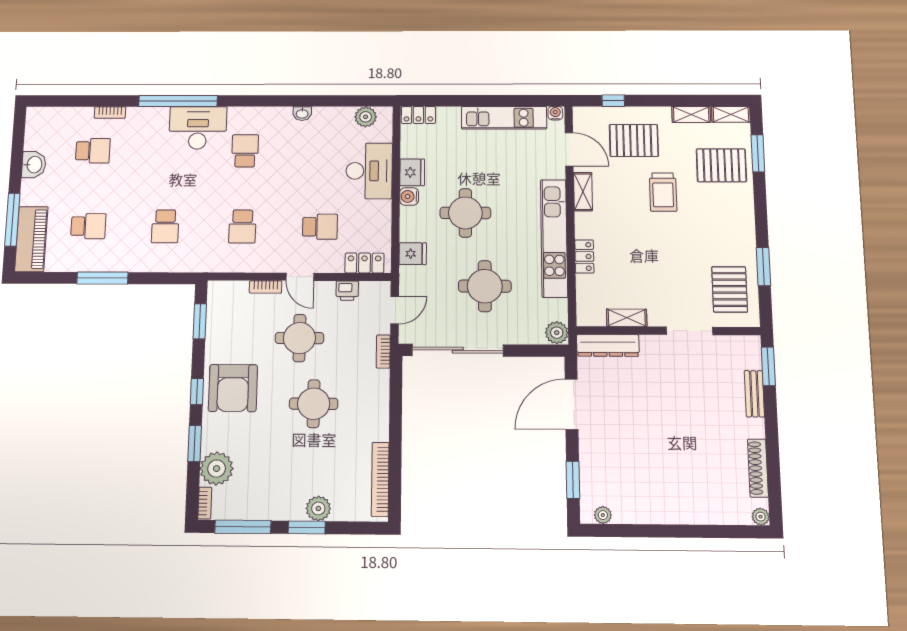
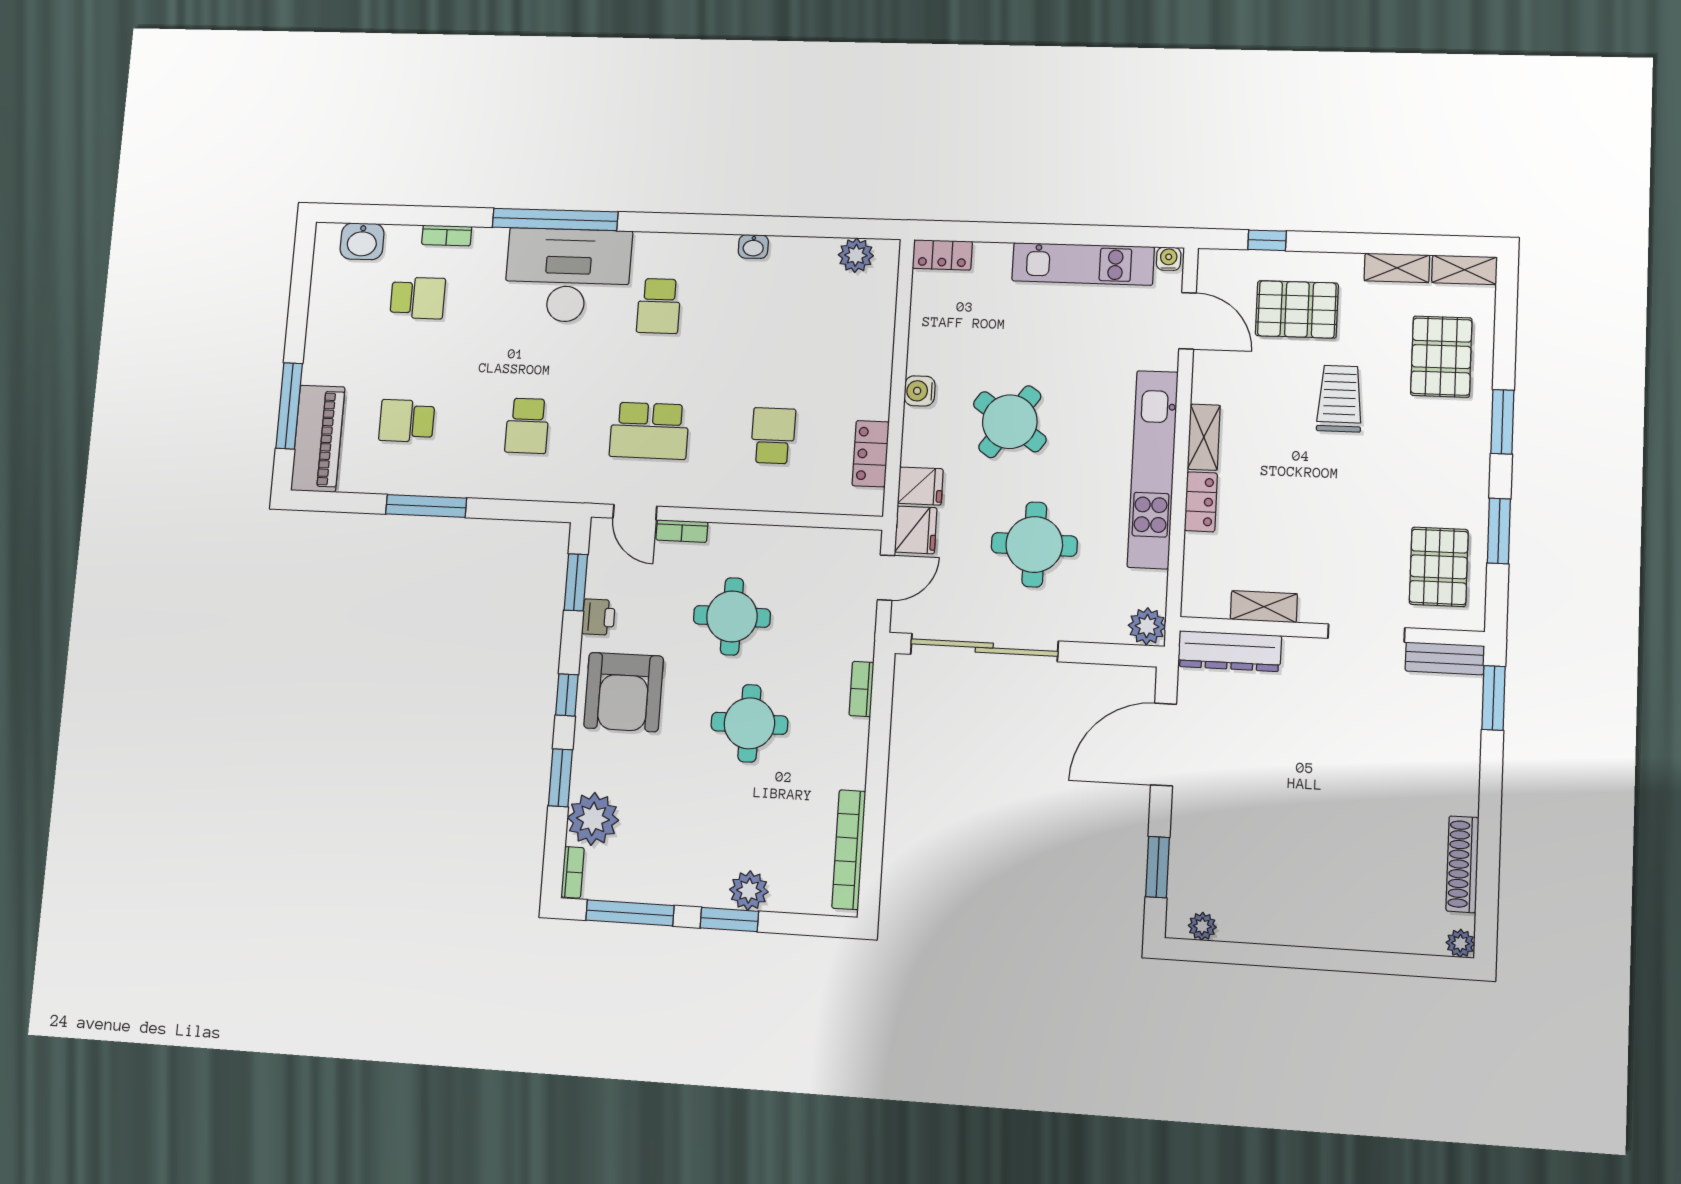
desk: (198, 128) -> (568, 275), width x1.36, depth x1.30
school desk: (245, 151) -> (659, 306), turned 180
window: (758, 153) -> (1502, 422), moved
washbasin: (34, 165) -> (362, 241), moved, turned 90
pallet: (721, 165) -> (1441, 357), turned 90
desk: (369, 171) -> (857, 346), removed
fridge: (412, 172) -> (916, 530), moved
shelving: (583, 192) -> (1204, 437), moved
trolley: (663, 192) -> (1340, 399), turned 180
round table: (465, 213) -> (1010, 422), turned 35
school desk: (88, 226) -> (407, 421), turned 180
school desk: (242, 226) -> (649, 431), width x1.85
school desk: (320, 227) -> (773, 436), turned -90
locker: (364, 263) -> (871, 454), moved, turned -90
door: (300, 277) -> (635, 512), moved
printer: (347, 291) -> (598, 617), moved, turned -90
bookcase: (383, 352) -> (861, 689), moved
bench: (754, 394) -> (1445, 658), moved, turned 90

